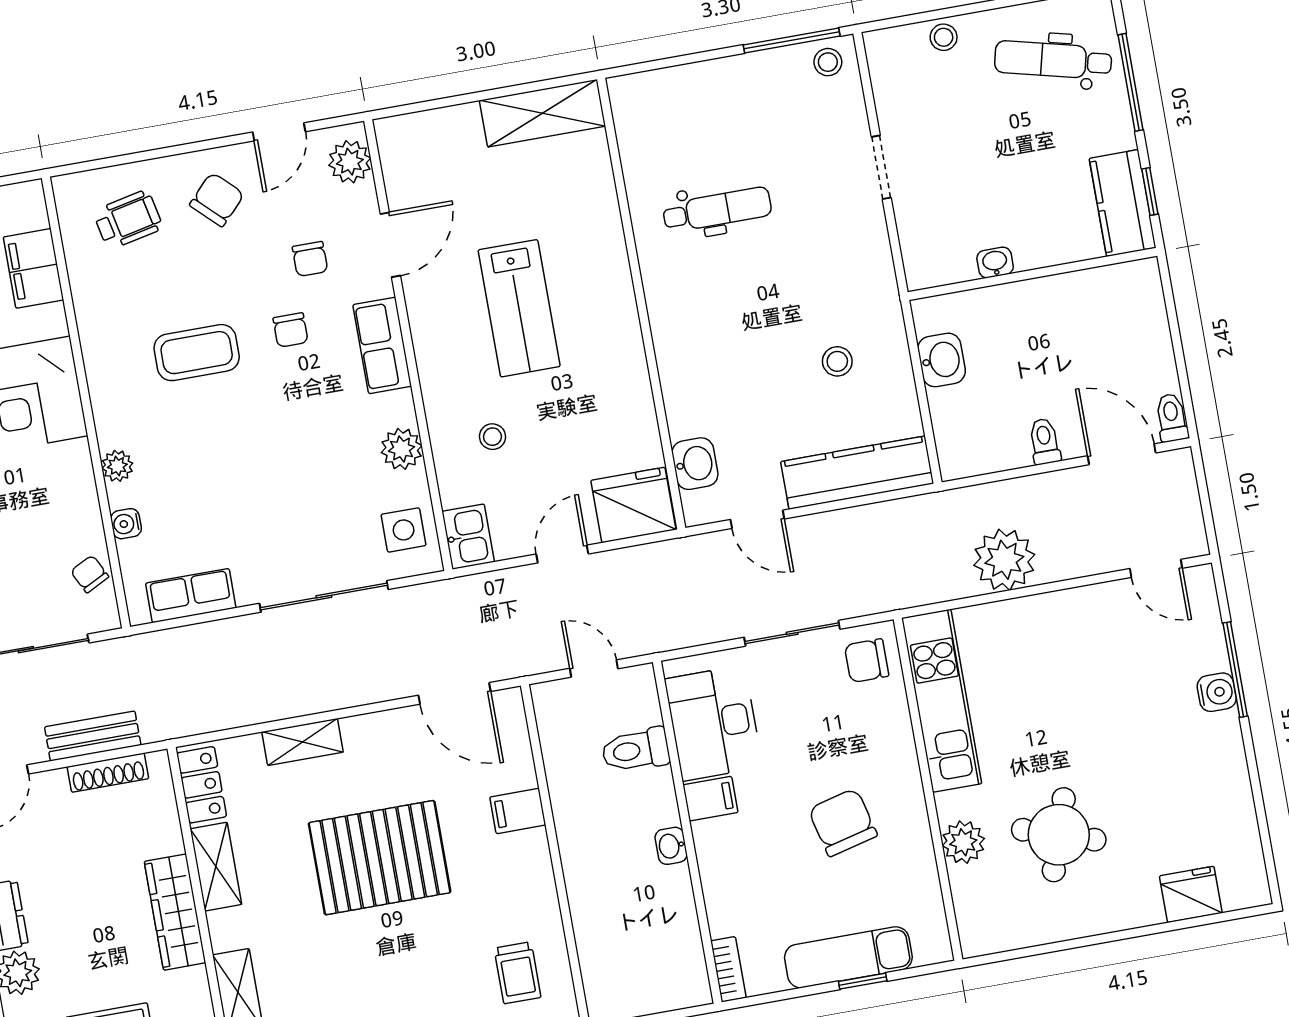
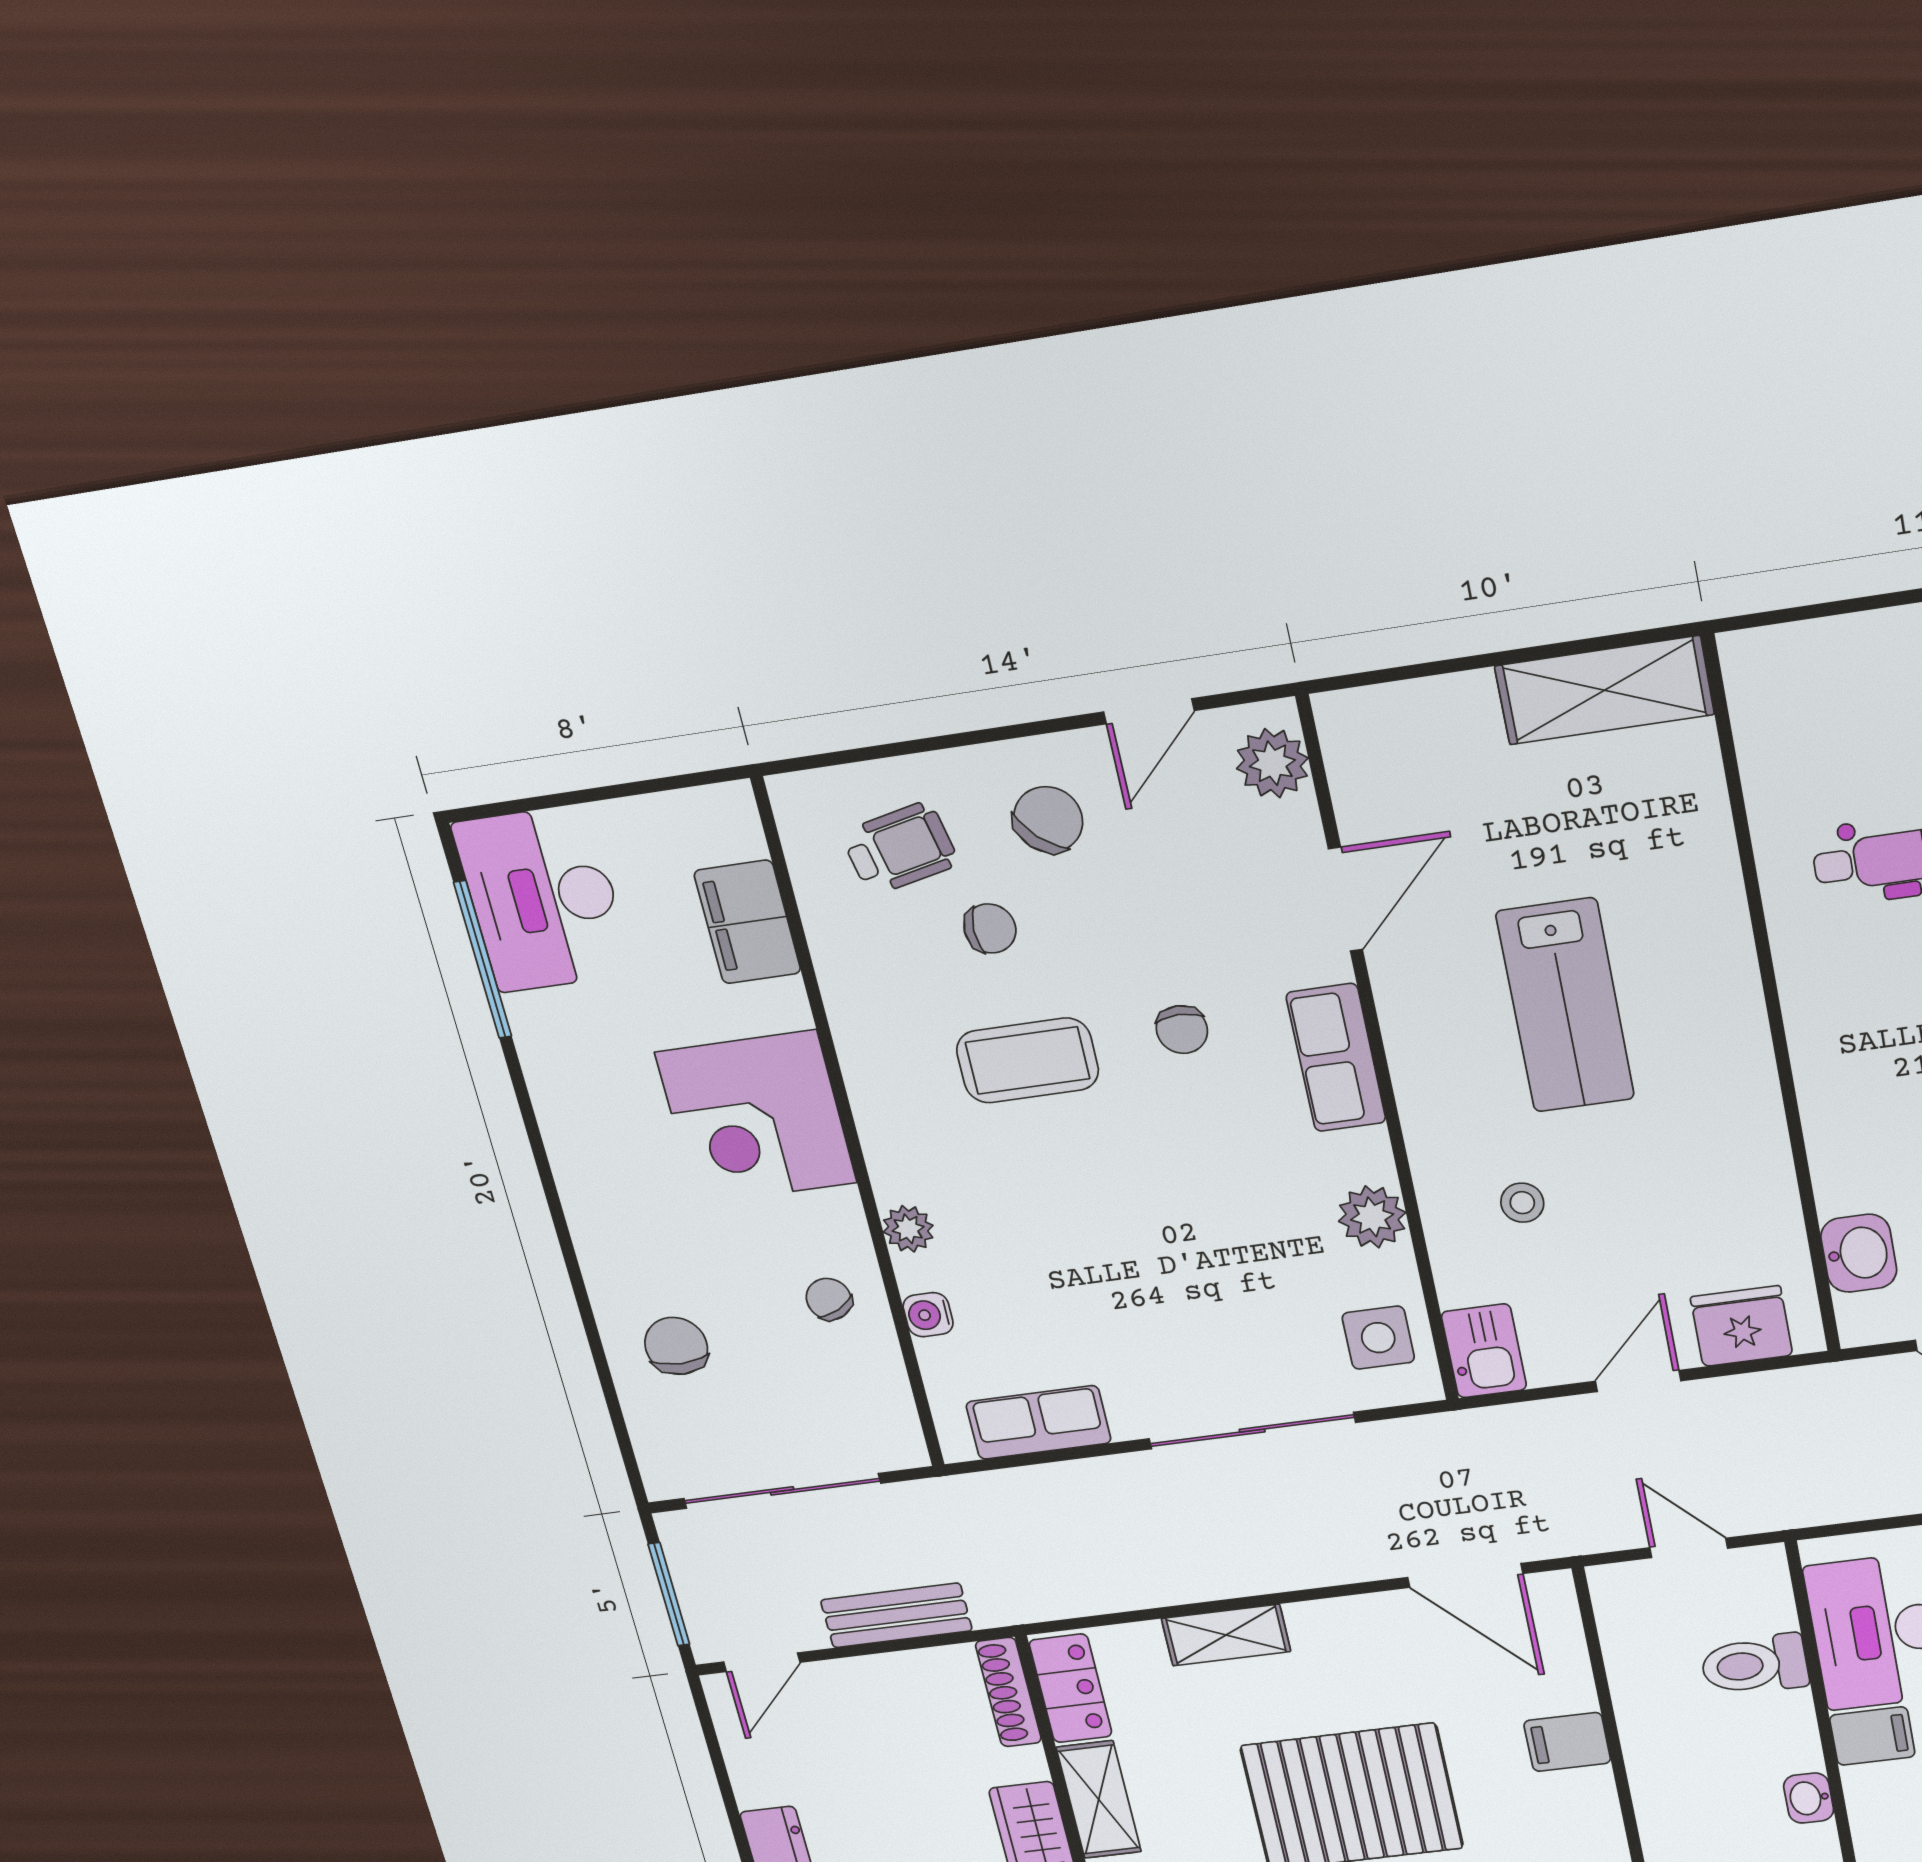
chair: (310, 259) -> (990, 928), moved, turned -90
fridge: (633, 505) -> (1742, 1326), width x0.73, depth x0.75
chair: (90, 574) -> (829, 1299), moved
shoe rack: (108, 773) -> (1008, 1692), moved, turned 90

